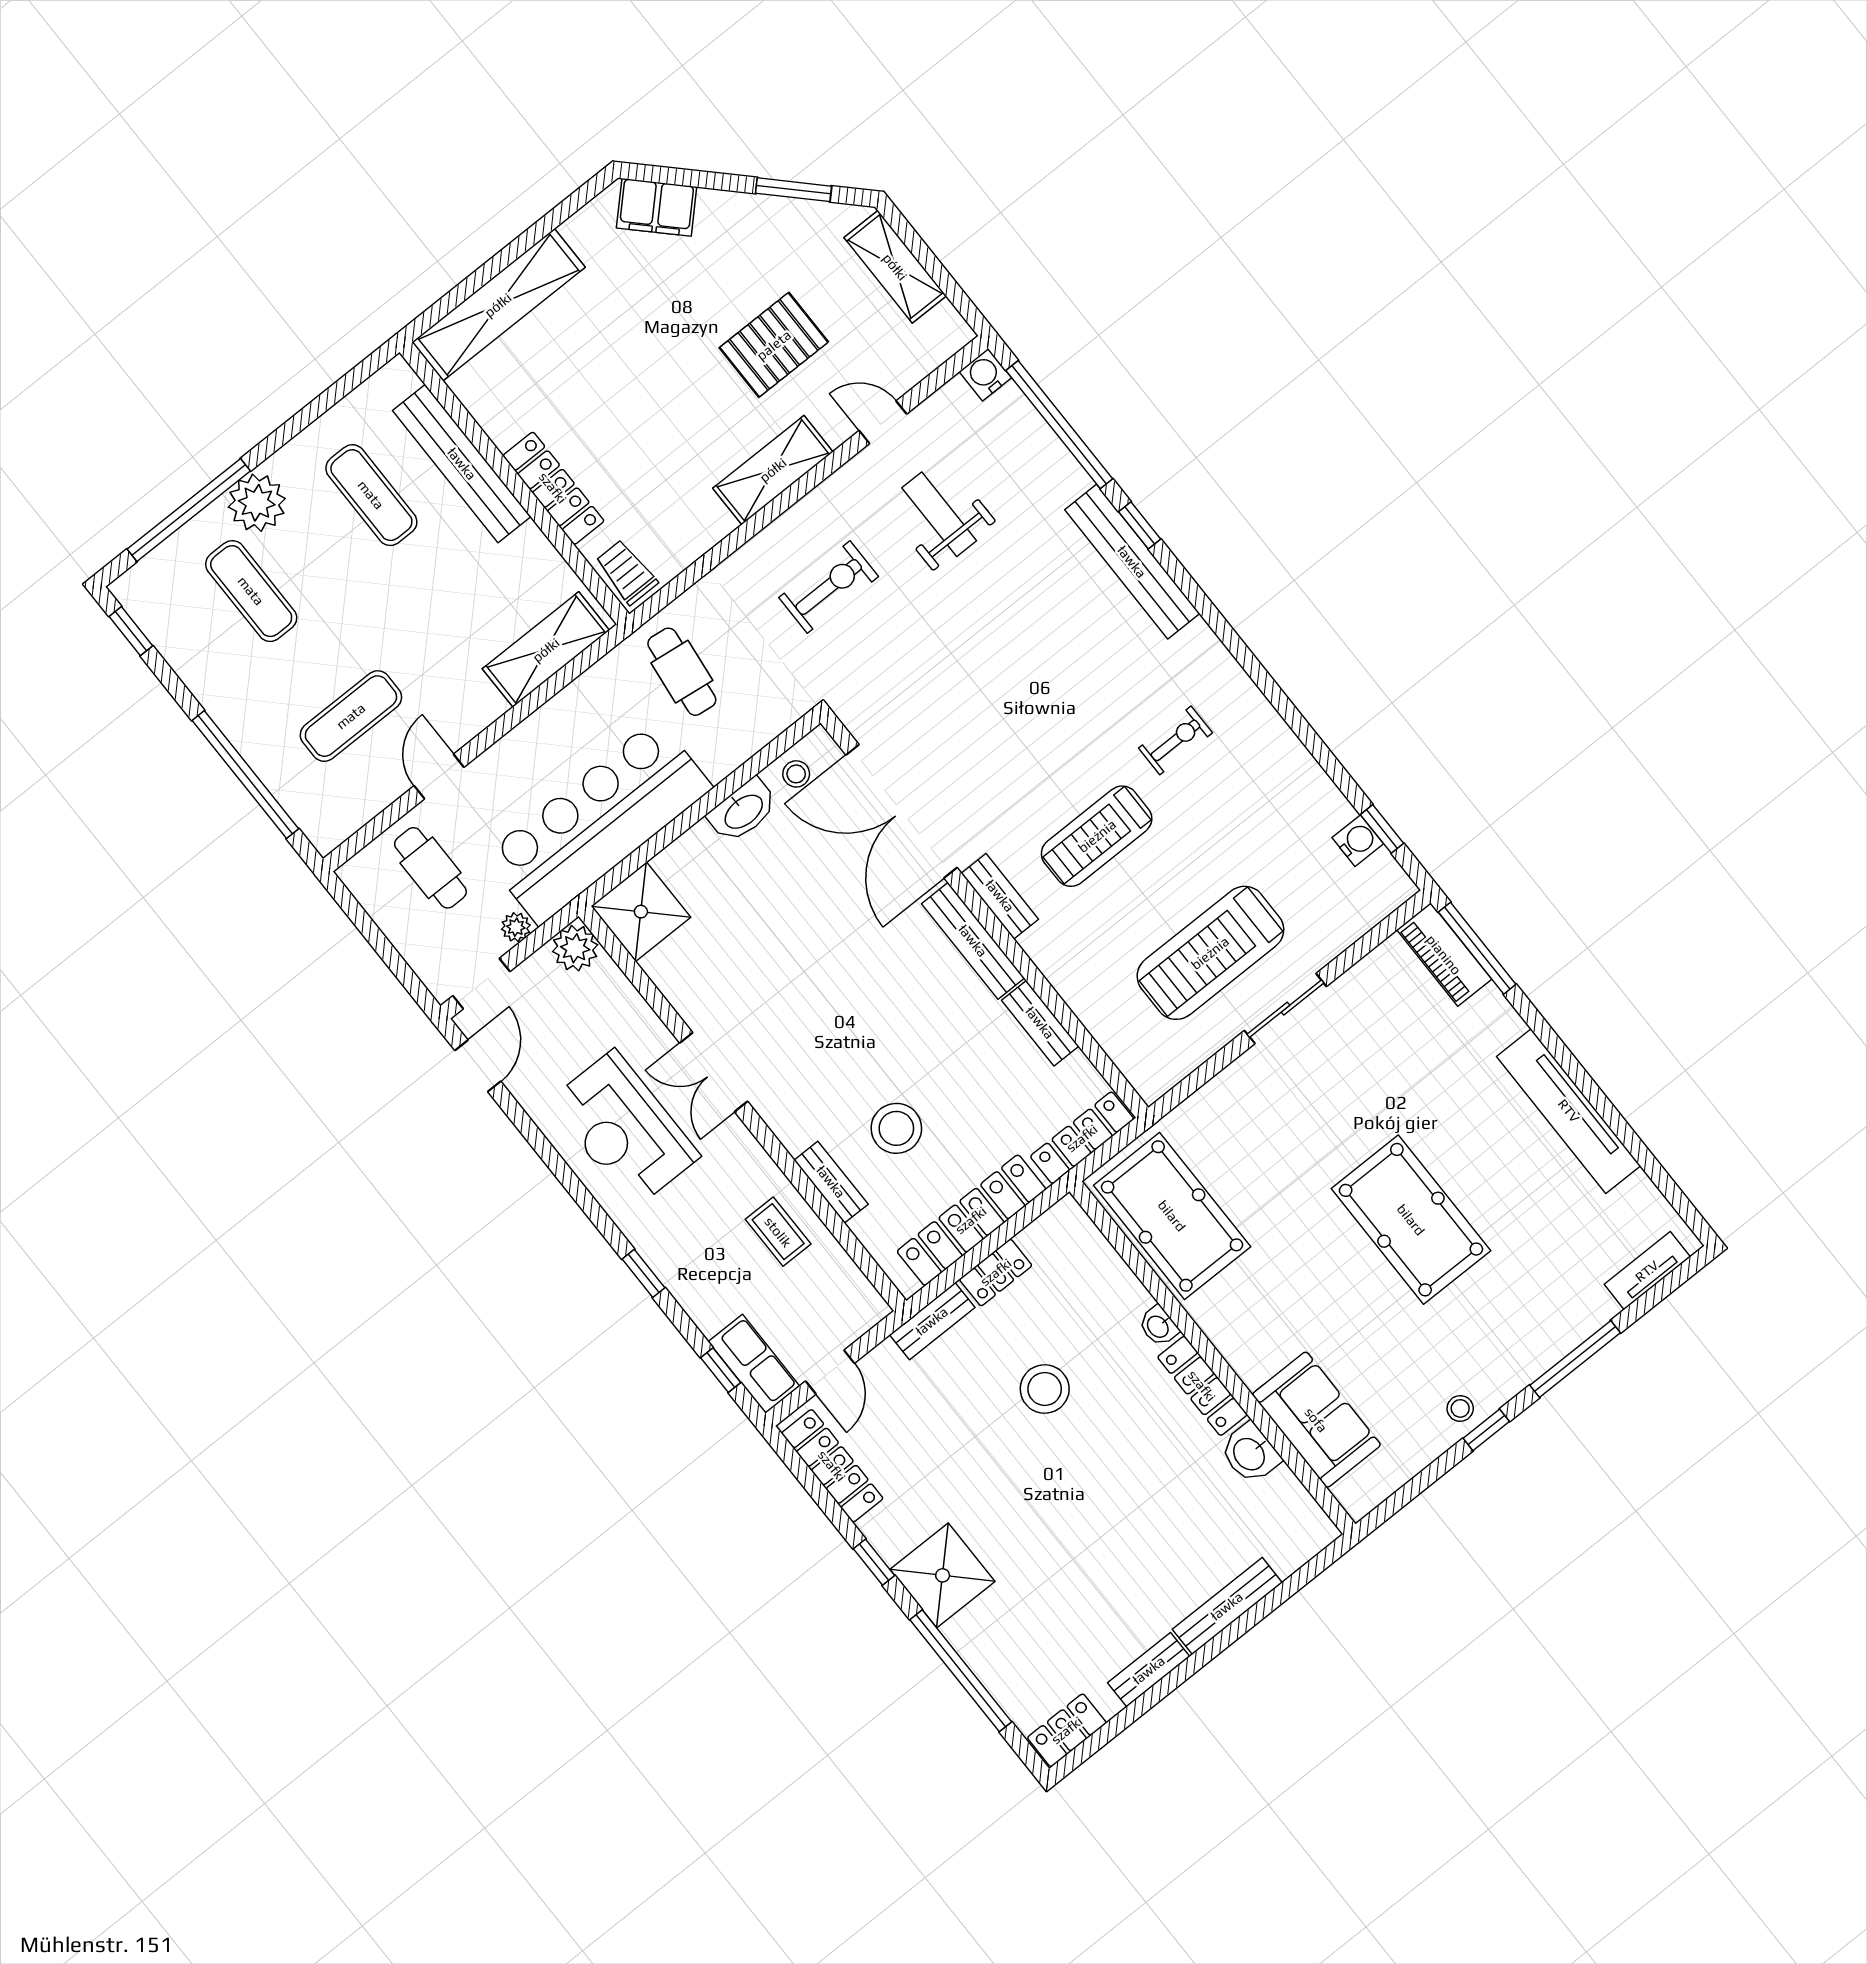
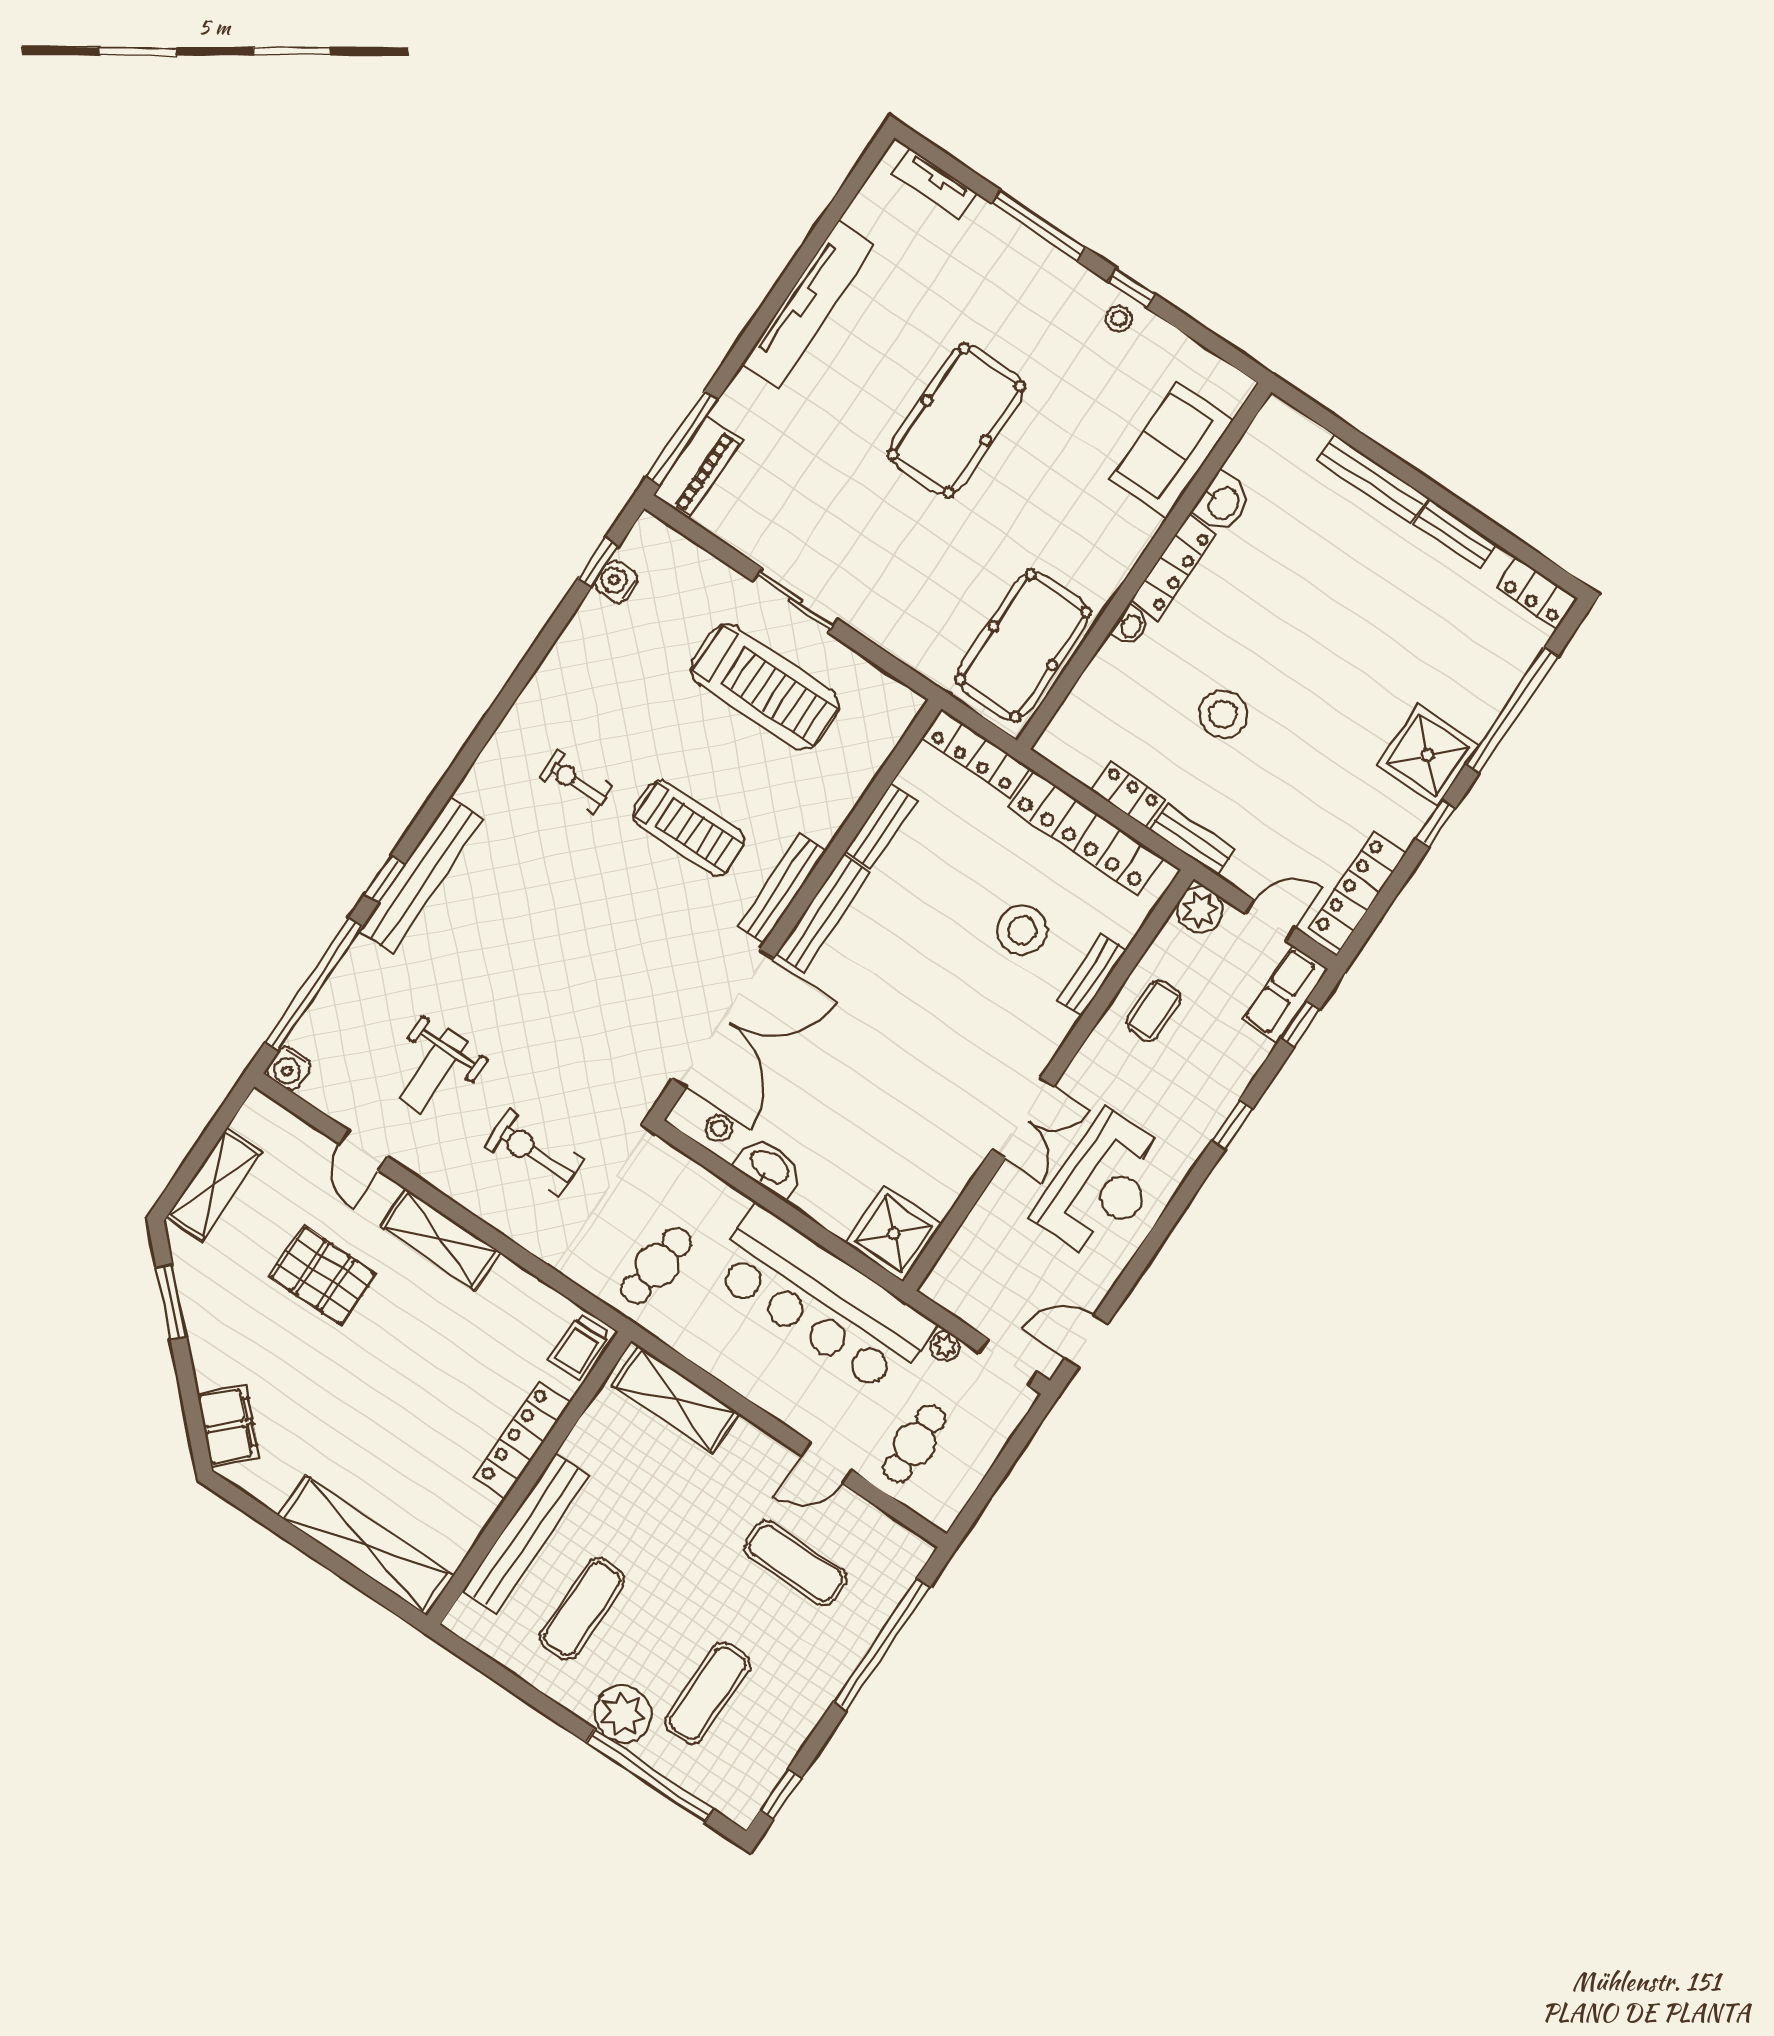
bench: (1000, 896) -> (782, 889), width x1.36
plant: (575, 948) -> (1200, 910), moved

